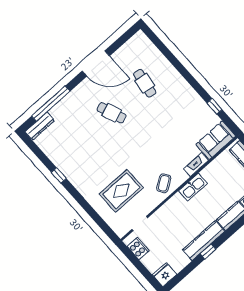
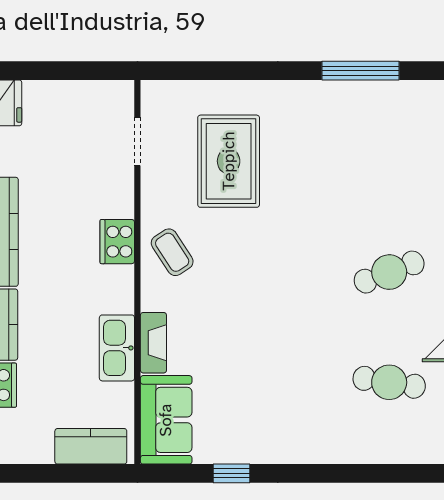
window: (59, 175) -> (360, 71), width x2.17
kitchen sink: (193, 187) -> (117, 348), moved
cooker: (138, 249) -> (117, 242), moved, turned 90

